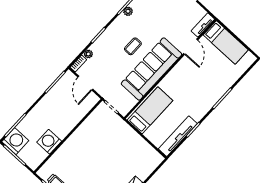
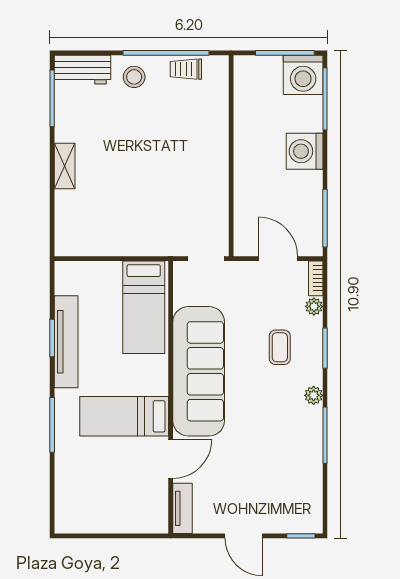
plant: (128, 11) -> (314, 395), moved
bed: (226, 42) -> (124, 416), moved
coffee table: (133, 46) -> (280, 347), moved
door: (191, 47) -> (171, 459), swing flipped
tv unit: (178, 136) -> (66, 342), moved
washing machine: (49, 142) -> (305, 151), moved, turned 180

